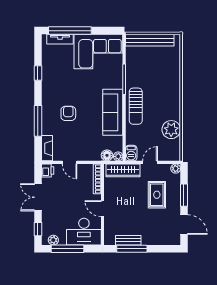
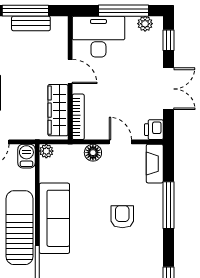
sun lounger: (136, 106) -> (20, 228), width x1.36, depth x1.34
armchair: (68, 113) -> (122, 217), turned 180
floor lamp: (107, 155) -> (93, 153), moved
wardrobe: (123, 170) -> (58, 110), moved, turned -90

